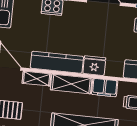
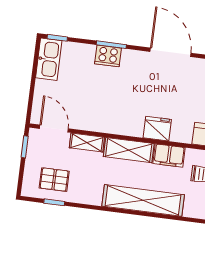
kitchen counter: (57, 62) -> (112, 123), removed

